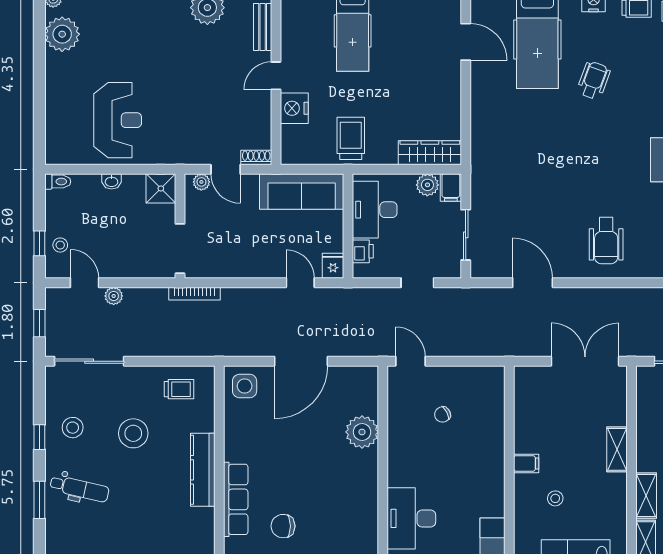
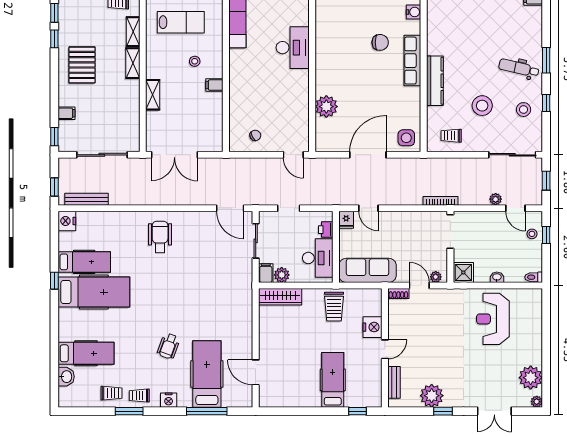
door: (533, 283) -> (230, 208), moved
chair: (443, 414) -> (255, 135), moved

